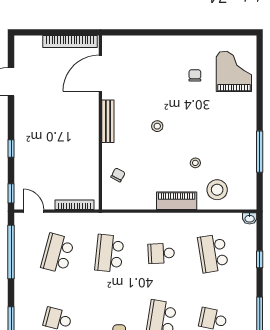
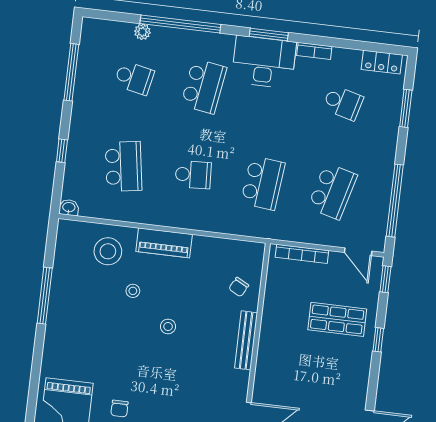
bench: (108, 121) -> (246, 340), moved
stool: (157, 126) -> (168, 326), moved
shop shelf: (43, 160) -> (337, 319), added

